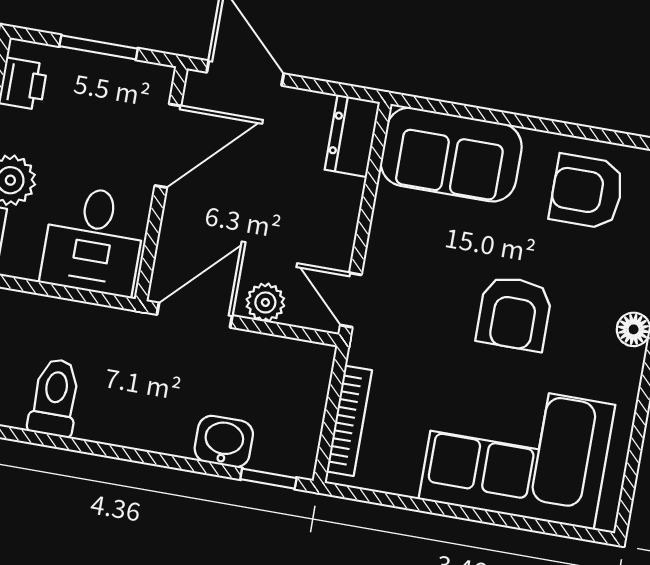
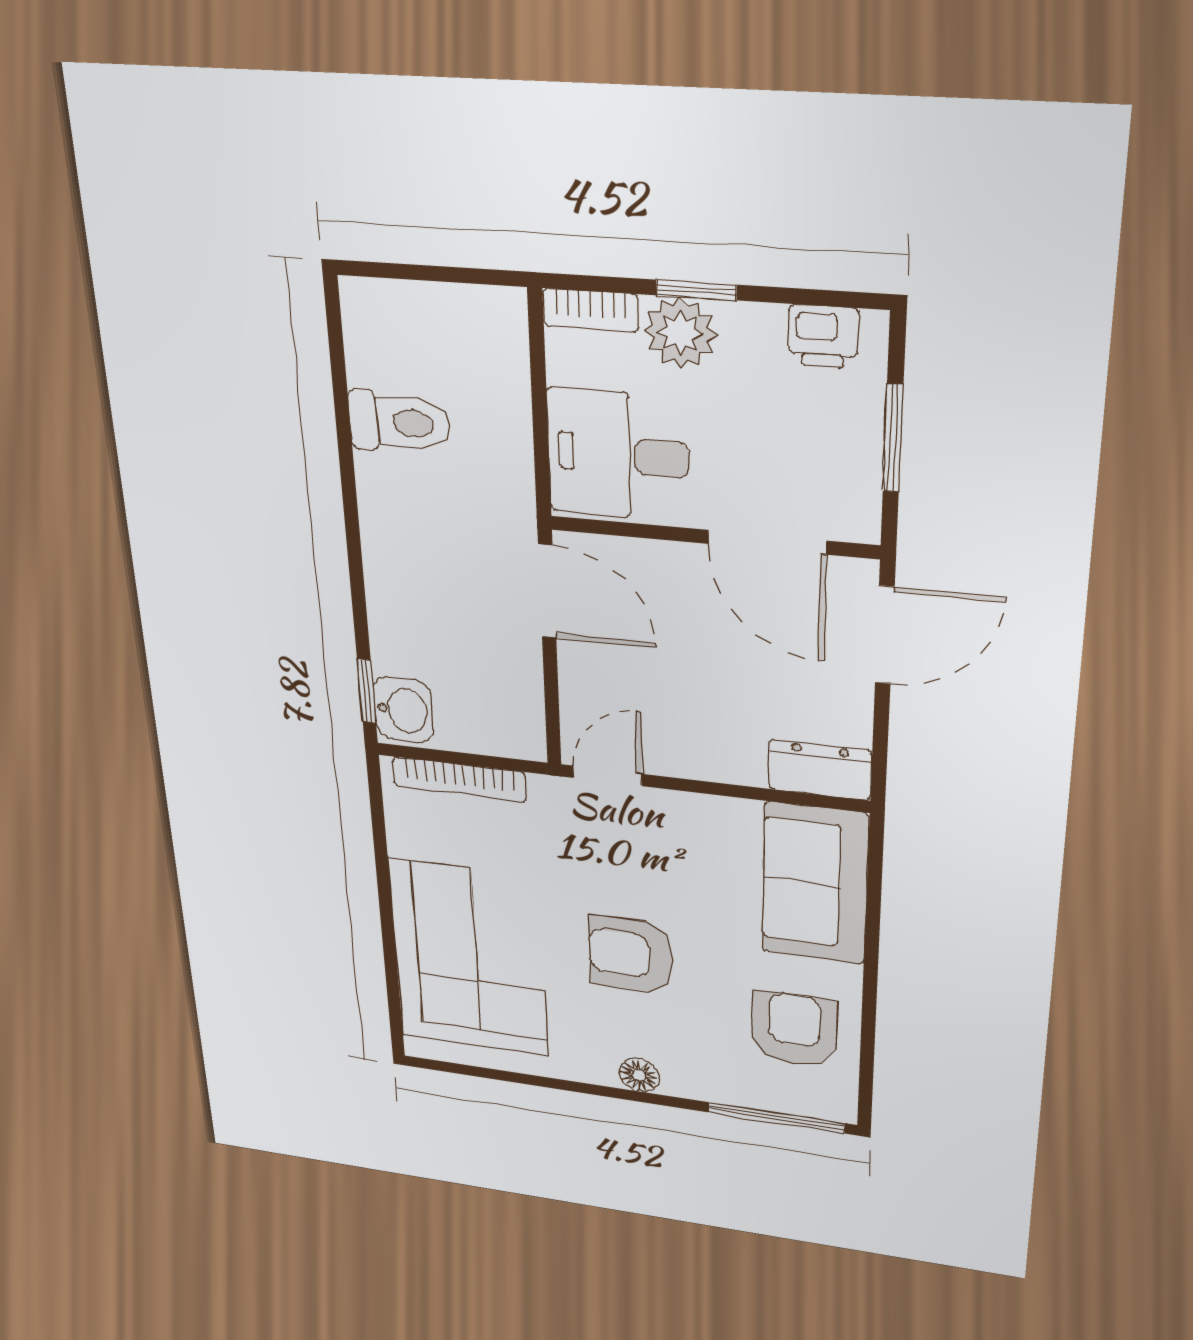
plant: (265, 302) -> (583, 676), removed
washbasin: (224, 441) -> (403, 710), moved

